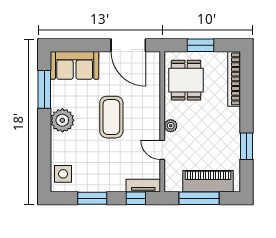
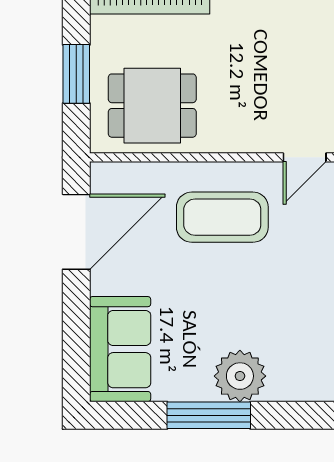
window: (44, 89) -> (209, 415), moved
coffee table: (111, 117) -> (222, 217), moved
plant: (171, 126) -> (252, 139), removed

